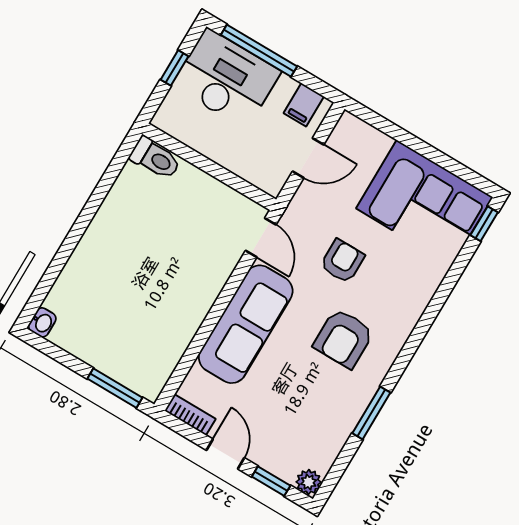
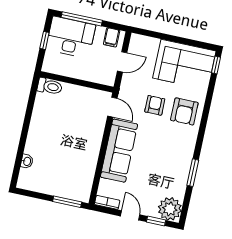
washbasin: (42, 322) -> (27, 161), moved
armchair: (344, 338) -> (184, 111), moved
plant: (309, 482) -> (170, 209), width x1.87, depth x1.87

